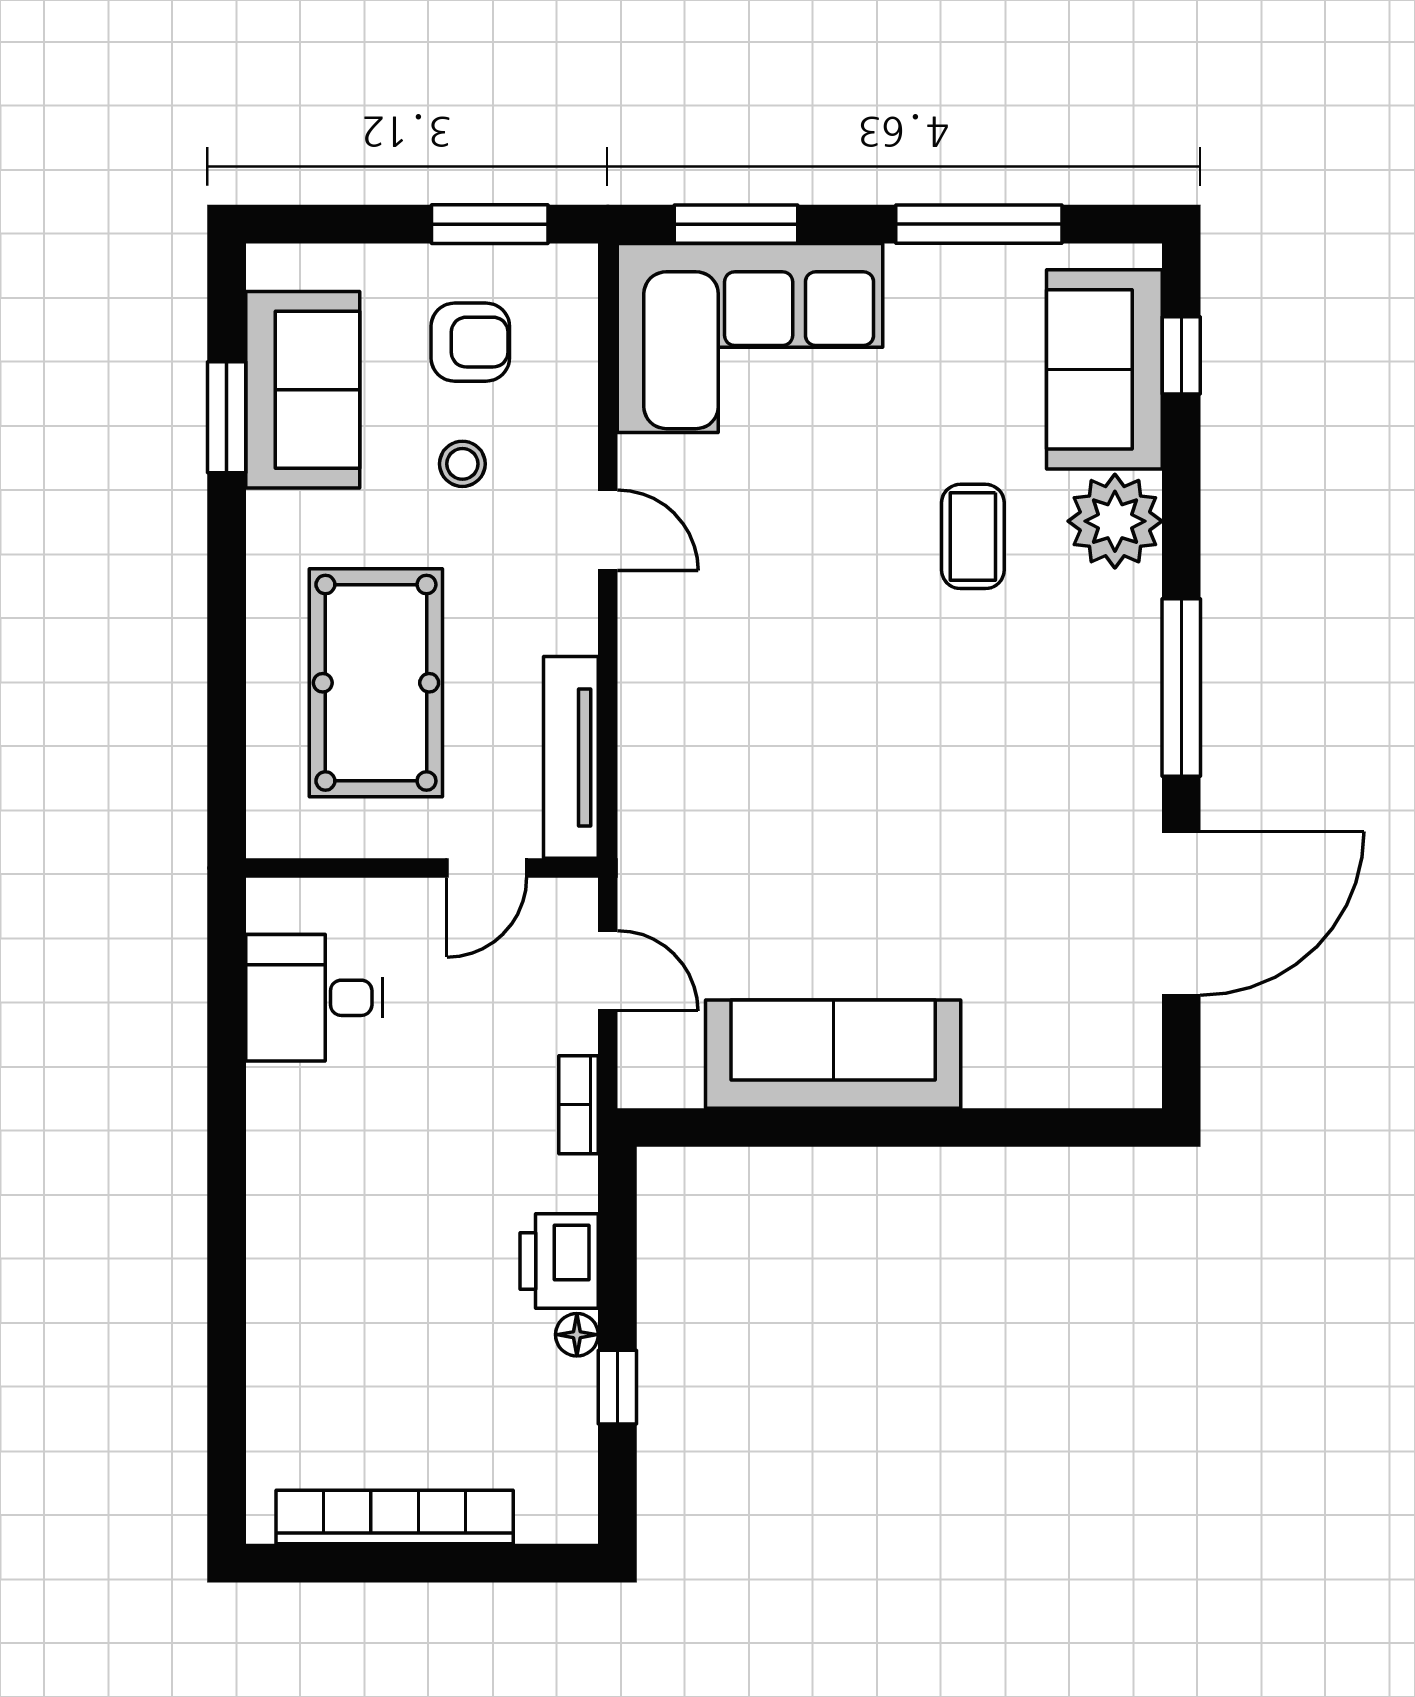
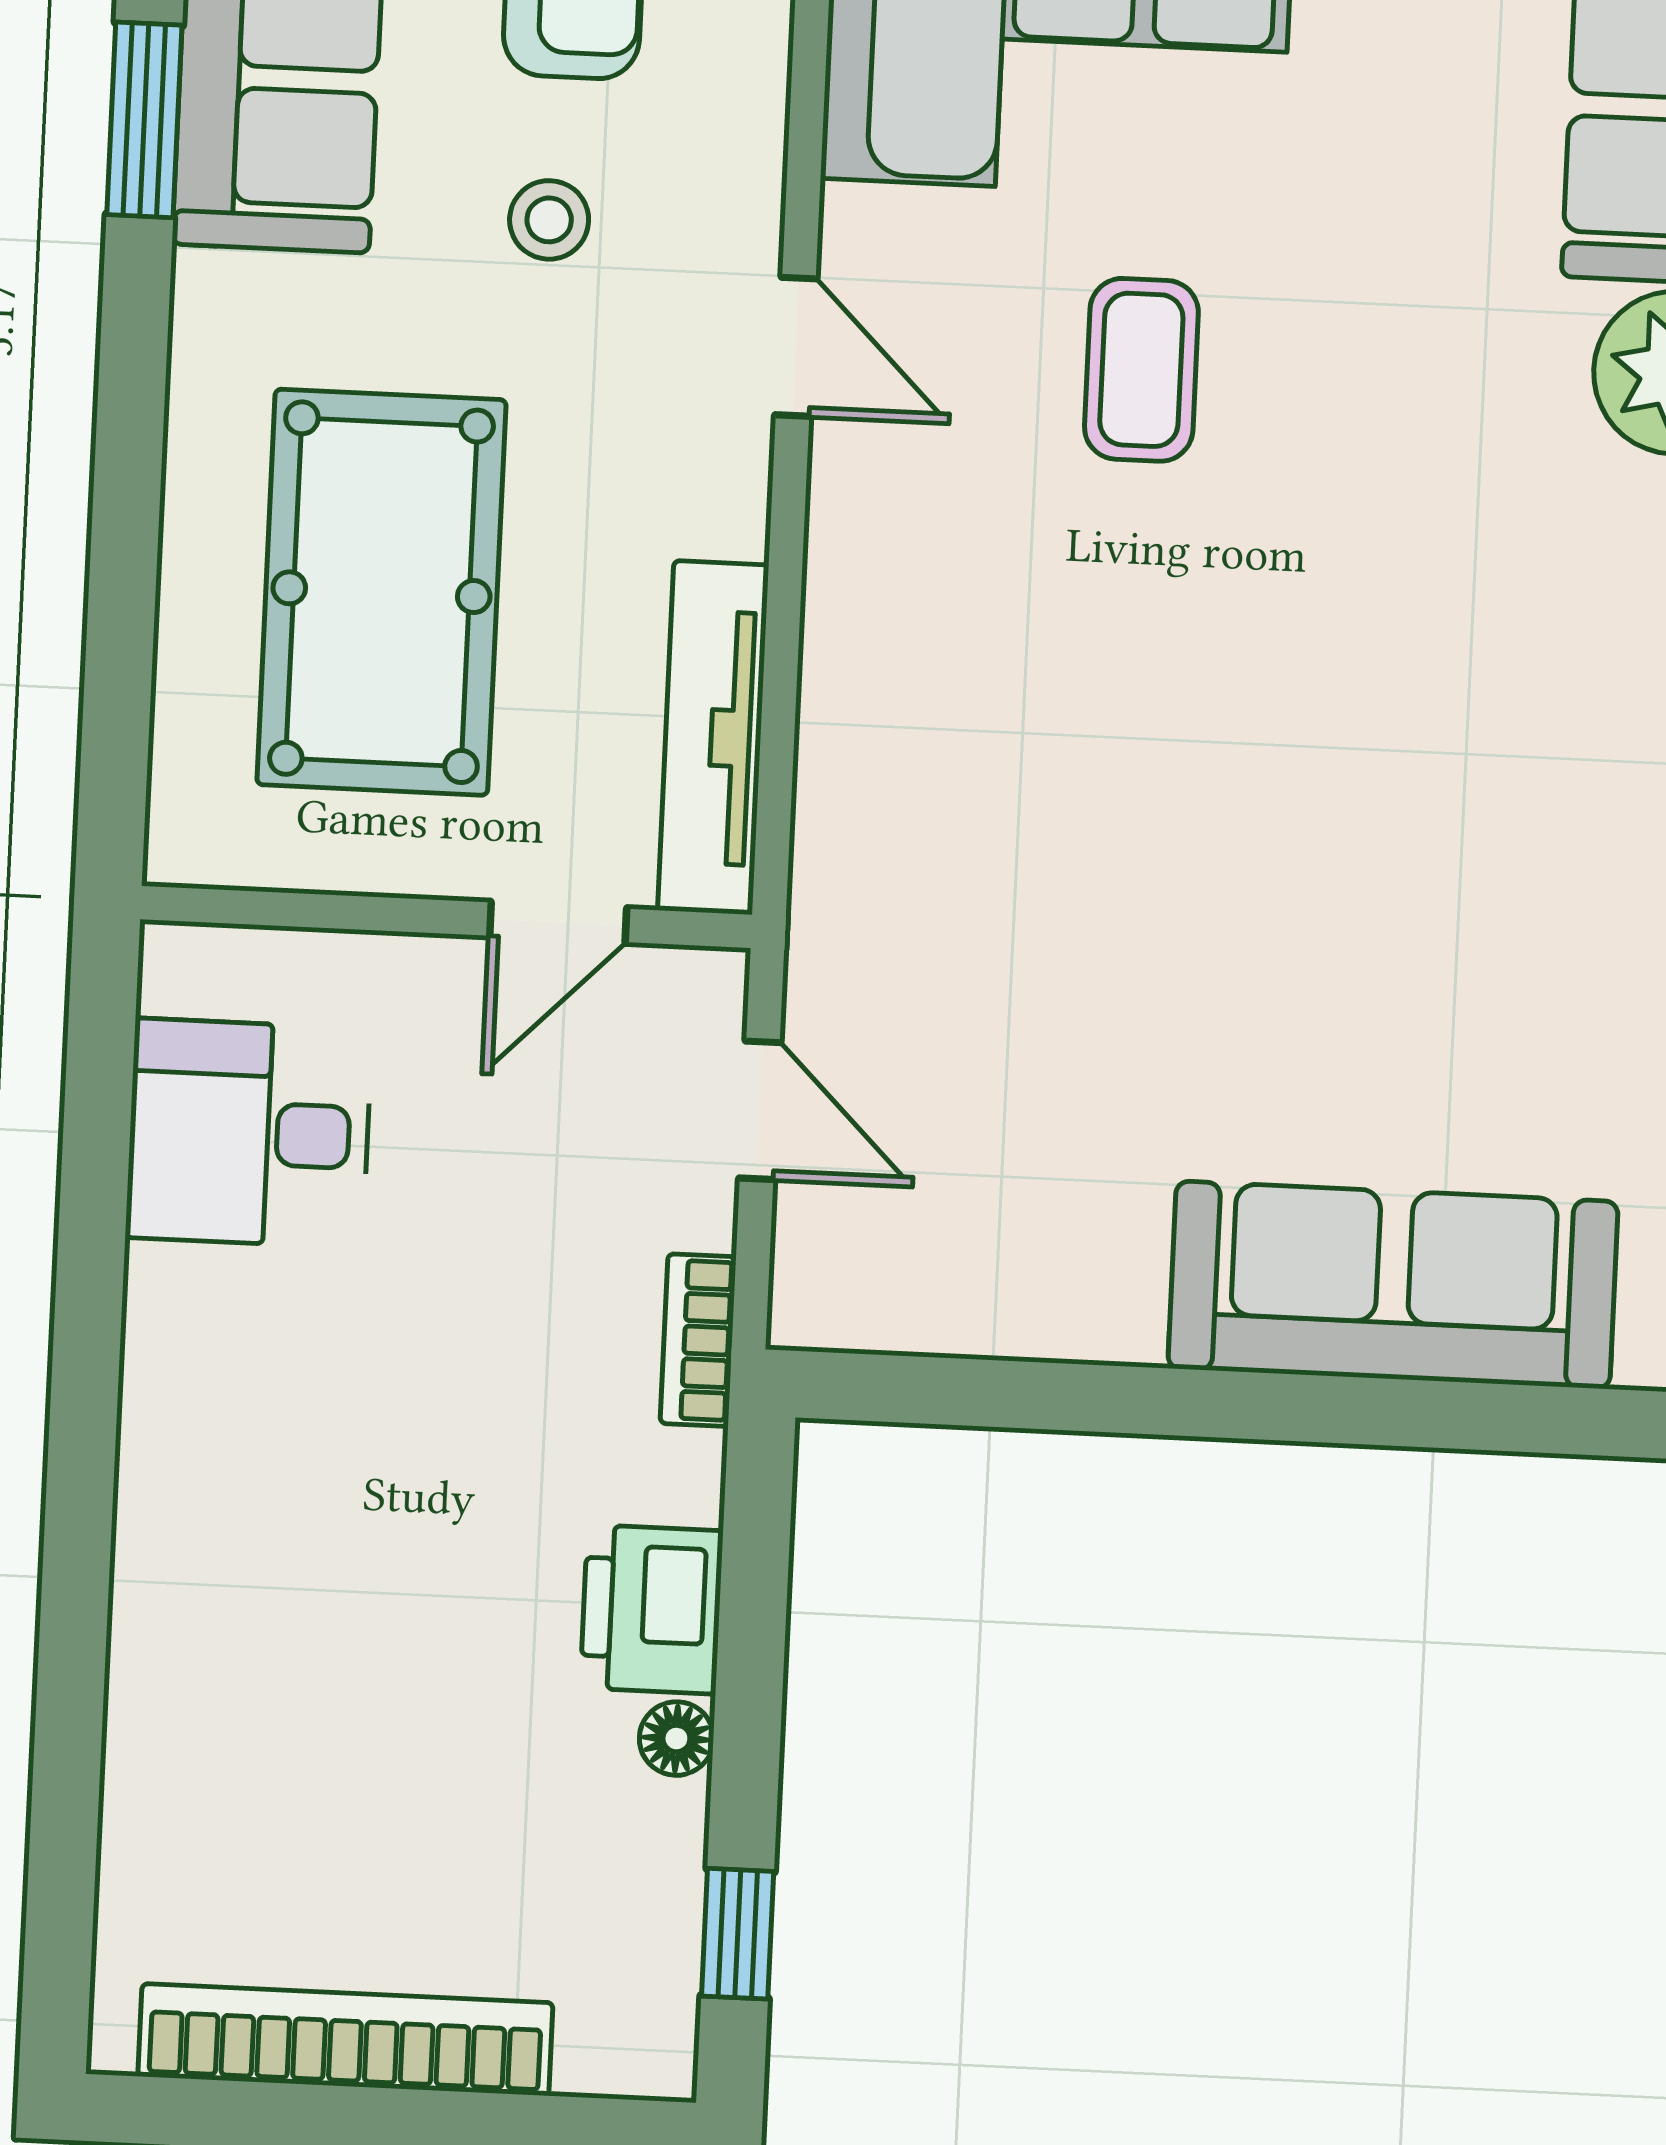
coffee table: (973, 536) -> (1141, 370), moved
sofa: (833, 1054) -> (1393, 1285), moved
window: (617, 1387) -> (738, 1934), moved

